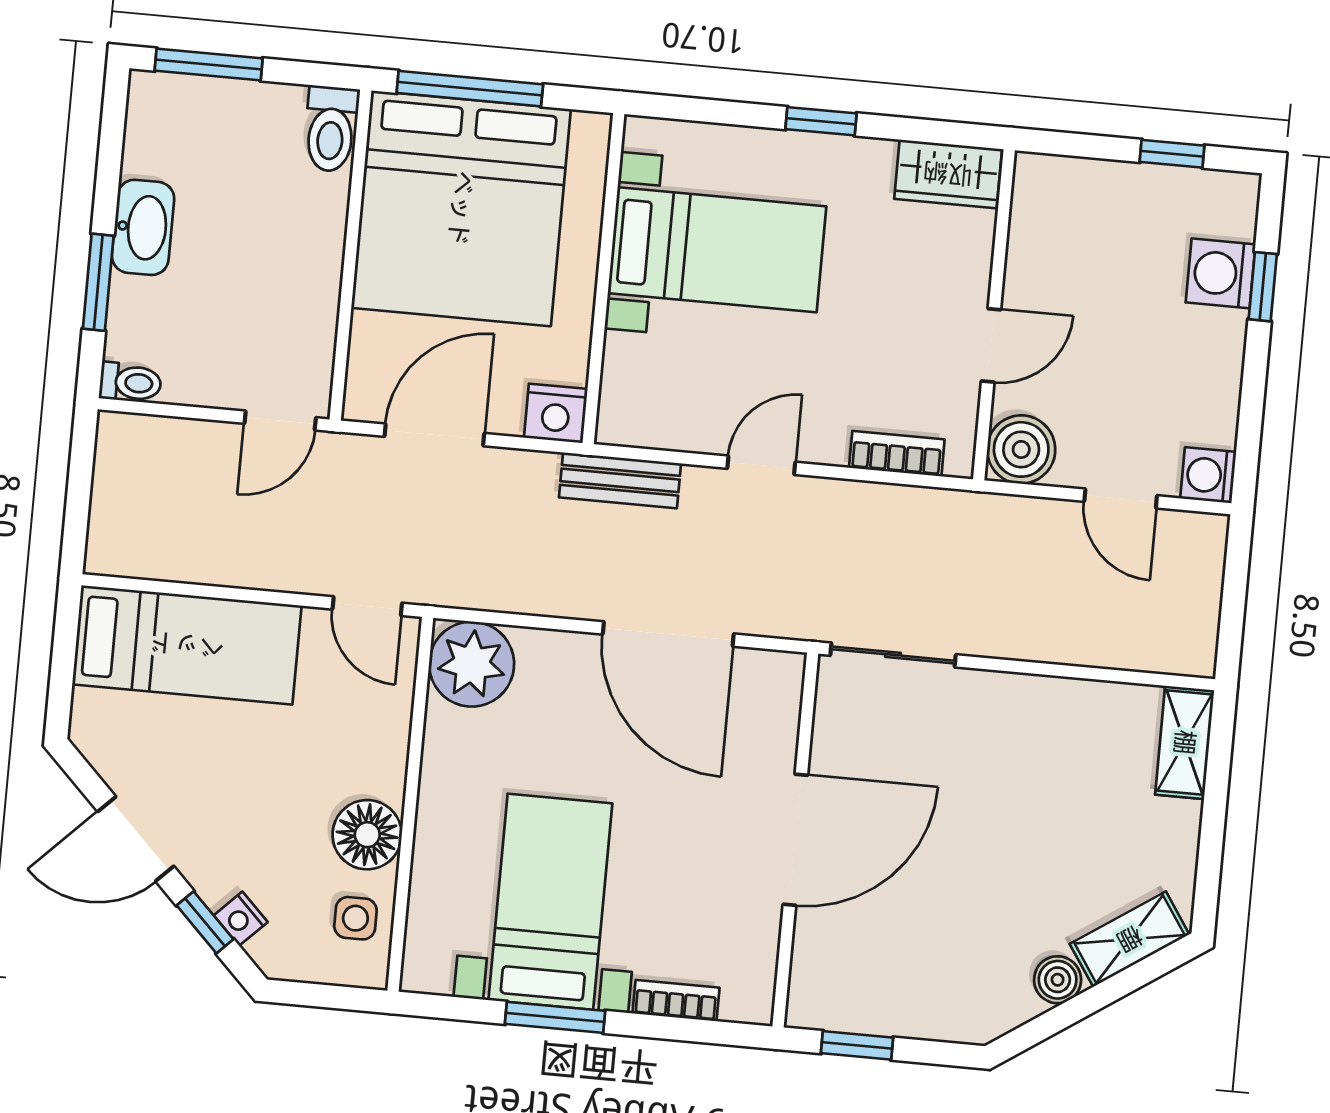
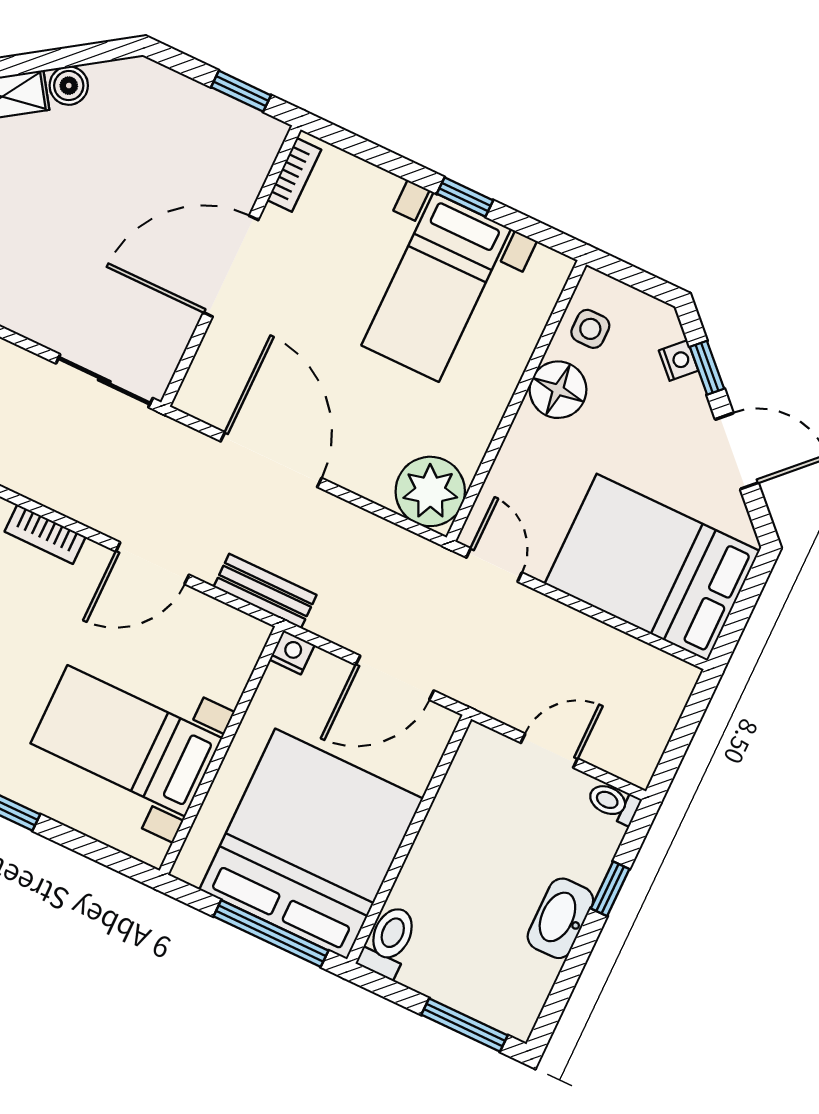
window: (98, 282) -> (610, 889), width x0.67
nightstand: (556, 413) -> (292, 652), width x0.72, depth x0.74
door: (280, 421) -> (549, 751), moved
door: (761, 465) -> (152, 563), width x1.37
bed: (187, 645) -> (652, 567), width x1.50
bookcase: (676, 1001) -> (294, 175), moved, turned -90
window: (555, 1017) -> (465, 197), width x0.67

